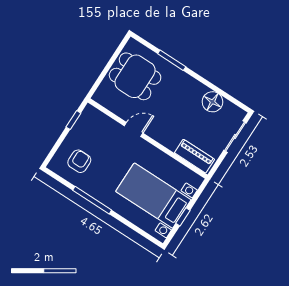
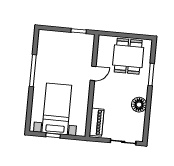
floor lamp: (212, 102) -> (139, 105), moved
door: (134, 129) -> (93, 73), hinge flipped
armchair: (79, 161) -> (54, 49), removed

